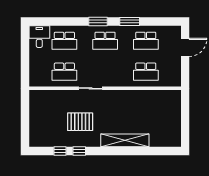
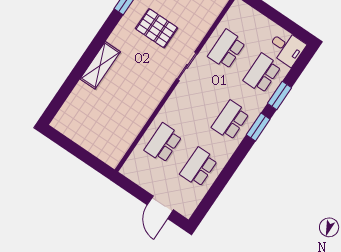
window: (130, 21) -> (280, 95), moved
pallet: (80, 122) -> (157, 28), turned 90
shelving: (125, 140) -> (100, 65), width x0.68

